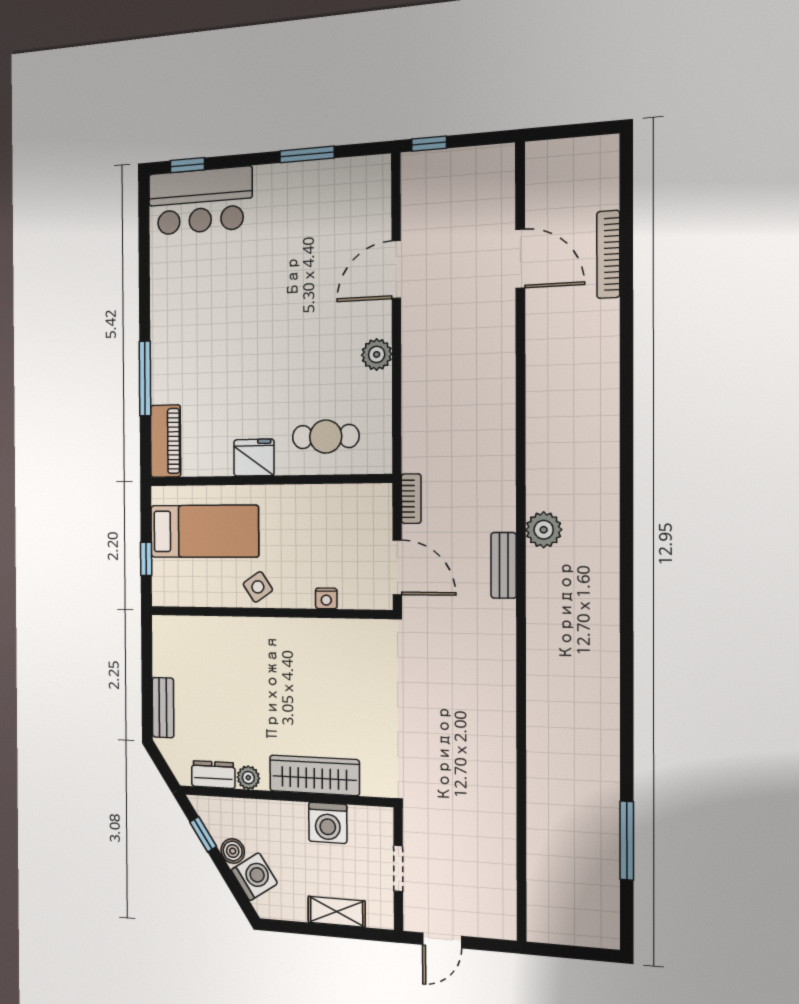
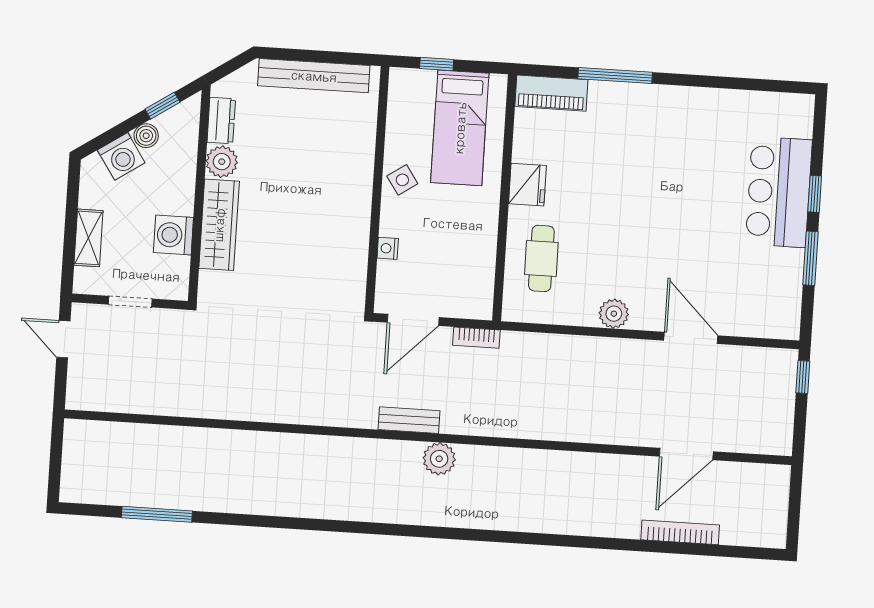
window: (187, 165) -> (815, 194), moved
bar counter: (200, 201) -> (779, 192), moved
bench: (163, 708) -> (314, 76), width x1.86, depth x1.21
plant: (248, 778) -> (222, 162), width x1.38, depth x1.38

